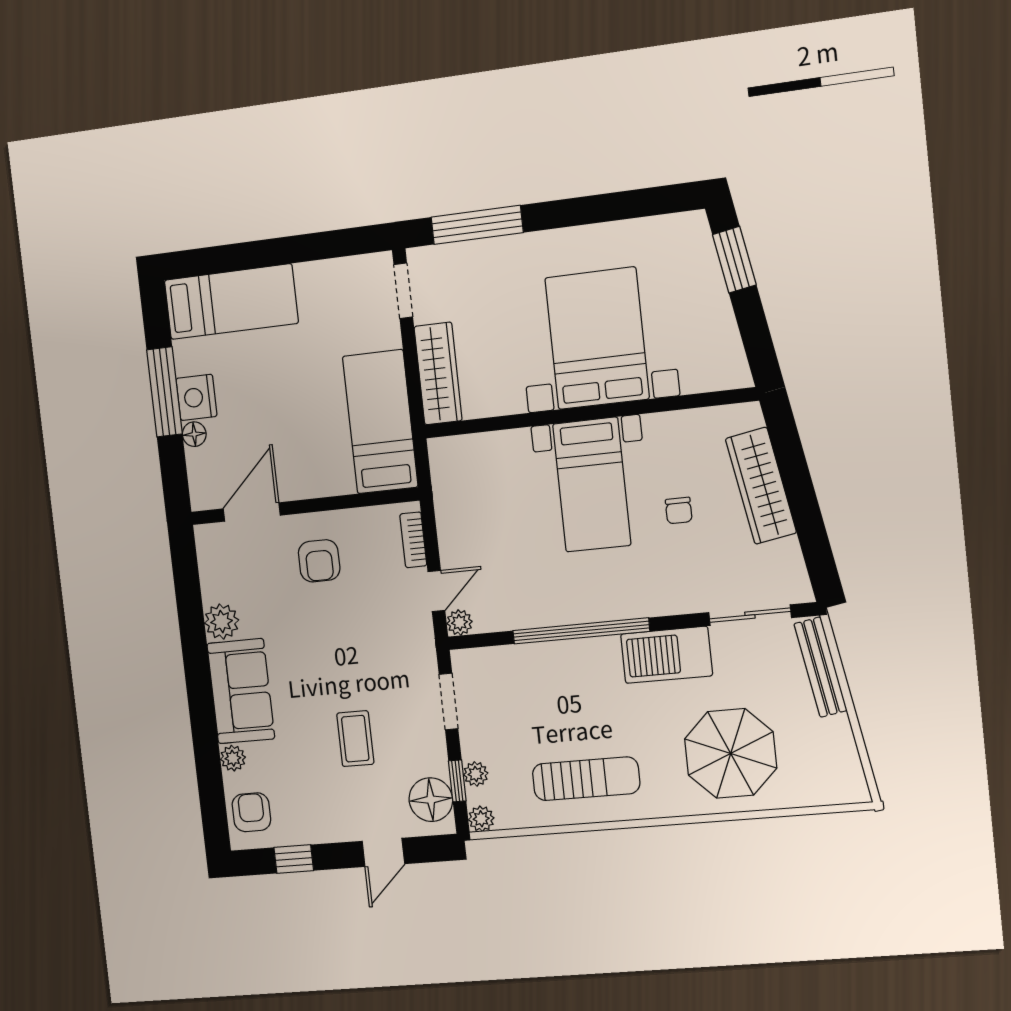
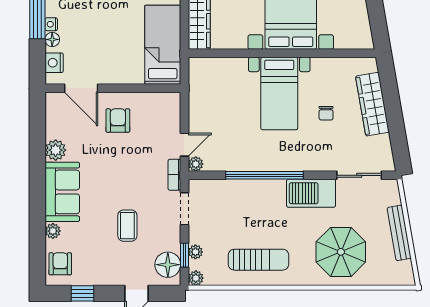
nightstand: (196, 397) -> (51, 24), width x0.53, depth x0.56
nightstand: (202, 474) -> (54, 63), added
door: (252, 512) -> (81, 88), swing flipped
bookcase: (413, 540) -> (174, 175), moved
armchair: (319, 561) -> (118, 121), turned 180
bench: (820, 667) -> (399, 233), moved

